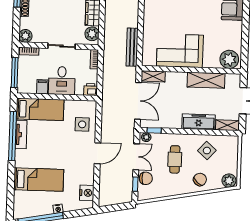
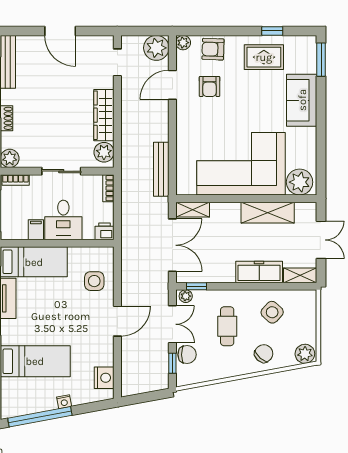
corner sofa: (180, 51) -> (241, 164), width x1.36, depth x1.36

